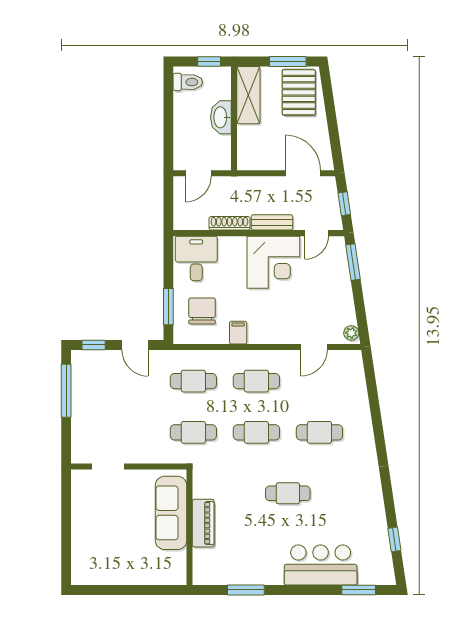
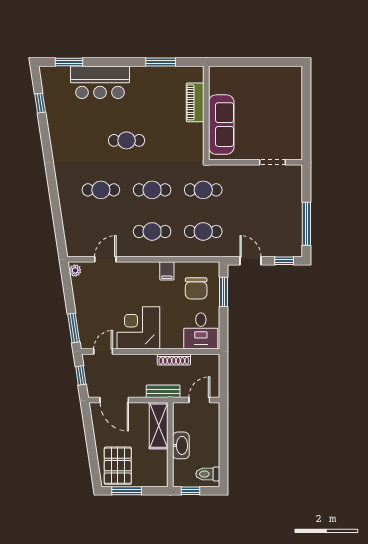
shelving: (248, 95) -> (159, 426), moved
bench: (272, 222) -> (163, 391), moved
piano: (203, 523) -> (195, 102), moved

